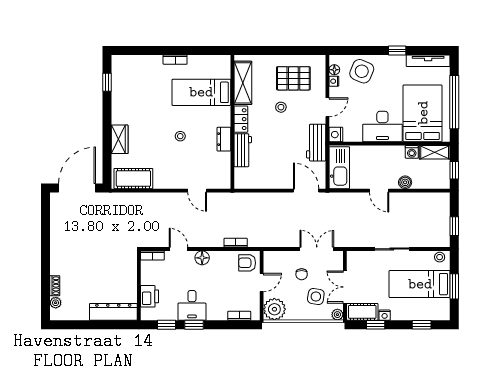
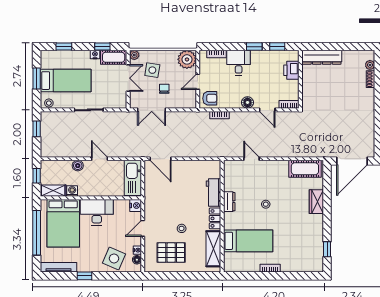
workbench: (316, 143) -> (152, 199), removed
desk: (192, 305) -> (239, 63), moved

